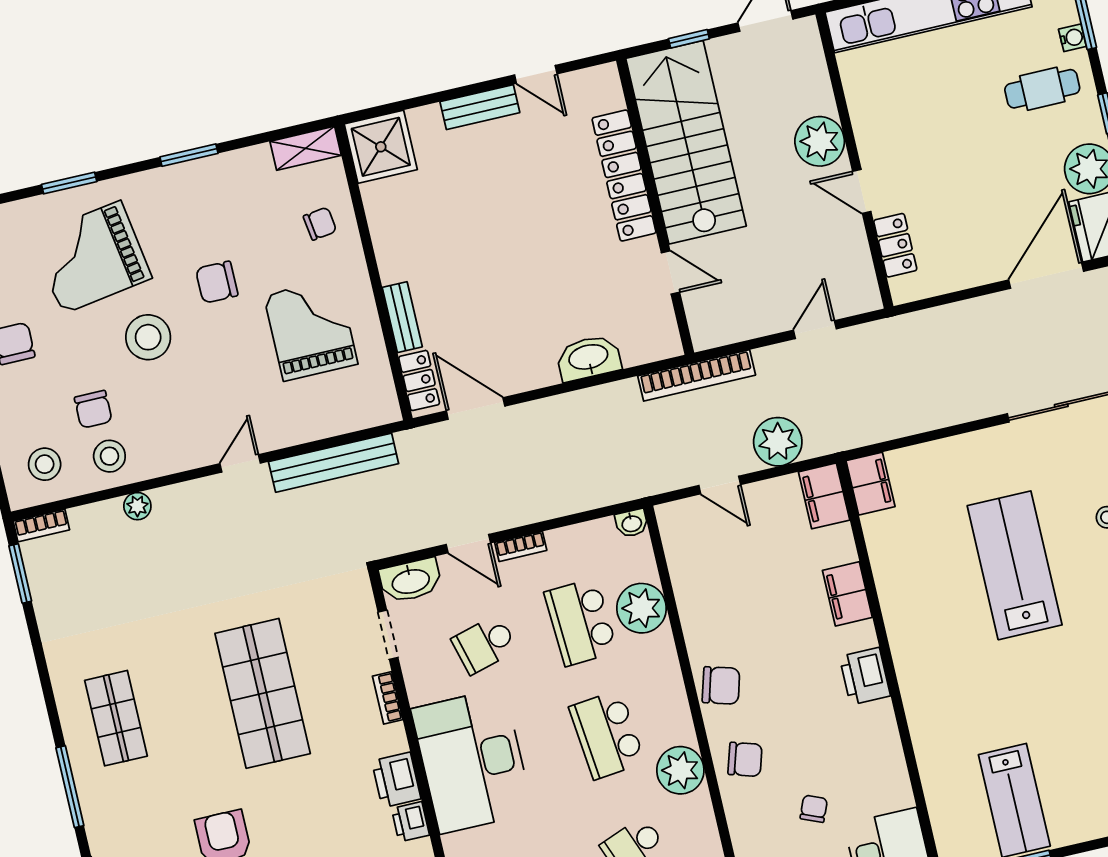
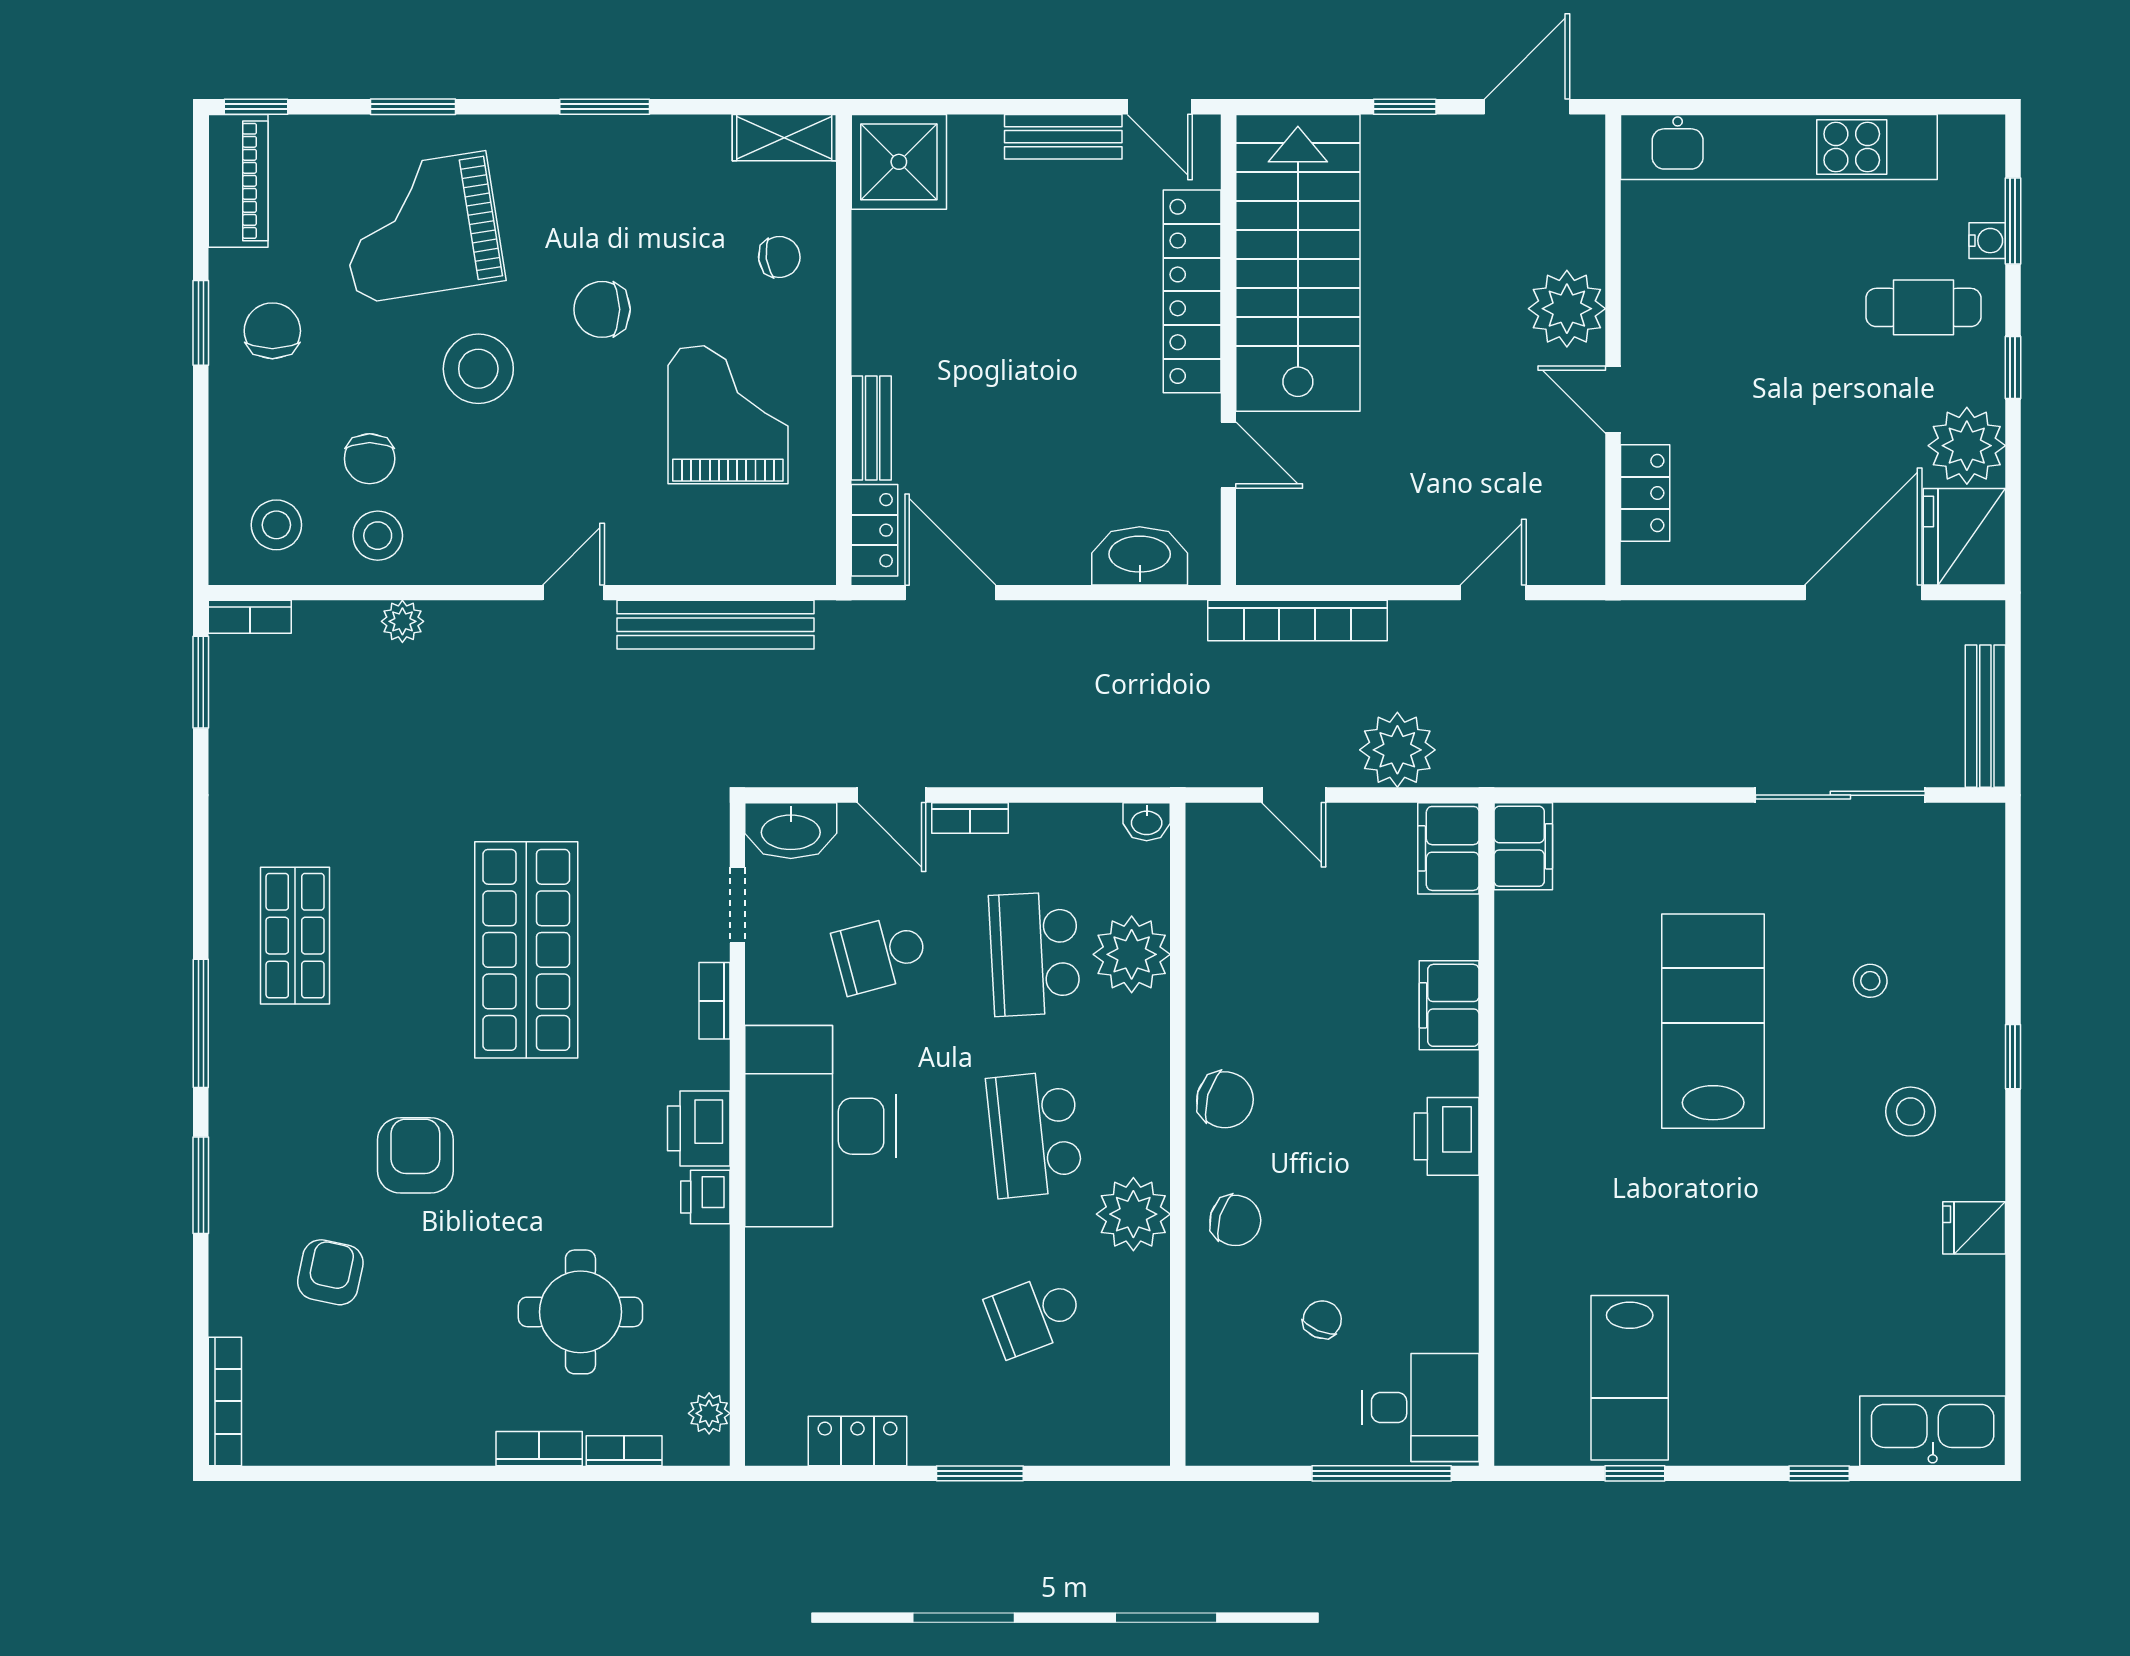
stairs: (686, 142) -> (1298, 263), moved
locker: (624, 176) -> (1192, 291), moved
wall: (655, 207) -> (1228, 350), moved
door: (670, 273) -> (1228, 455), moved

